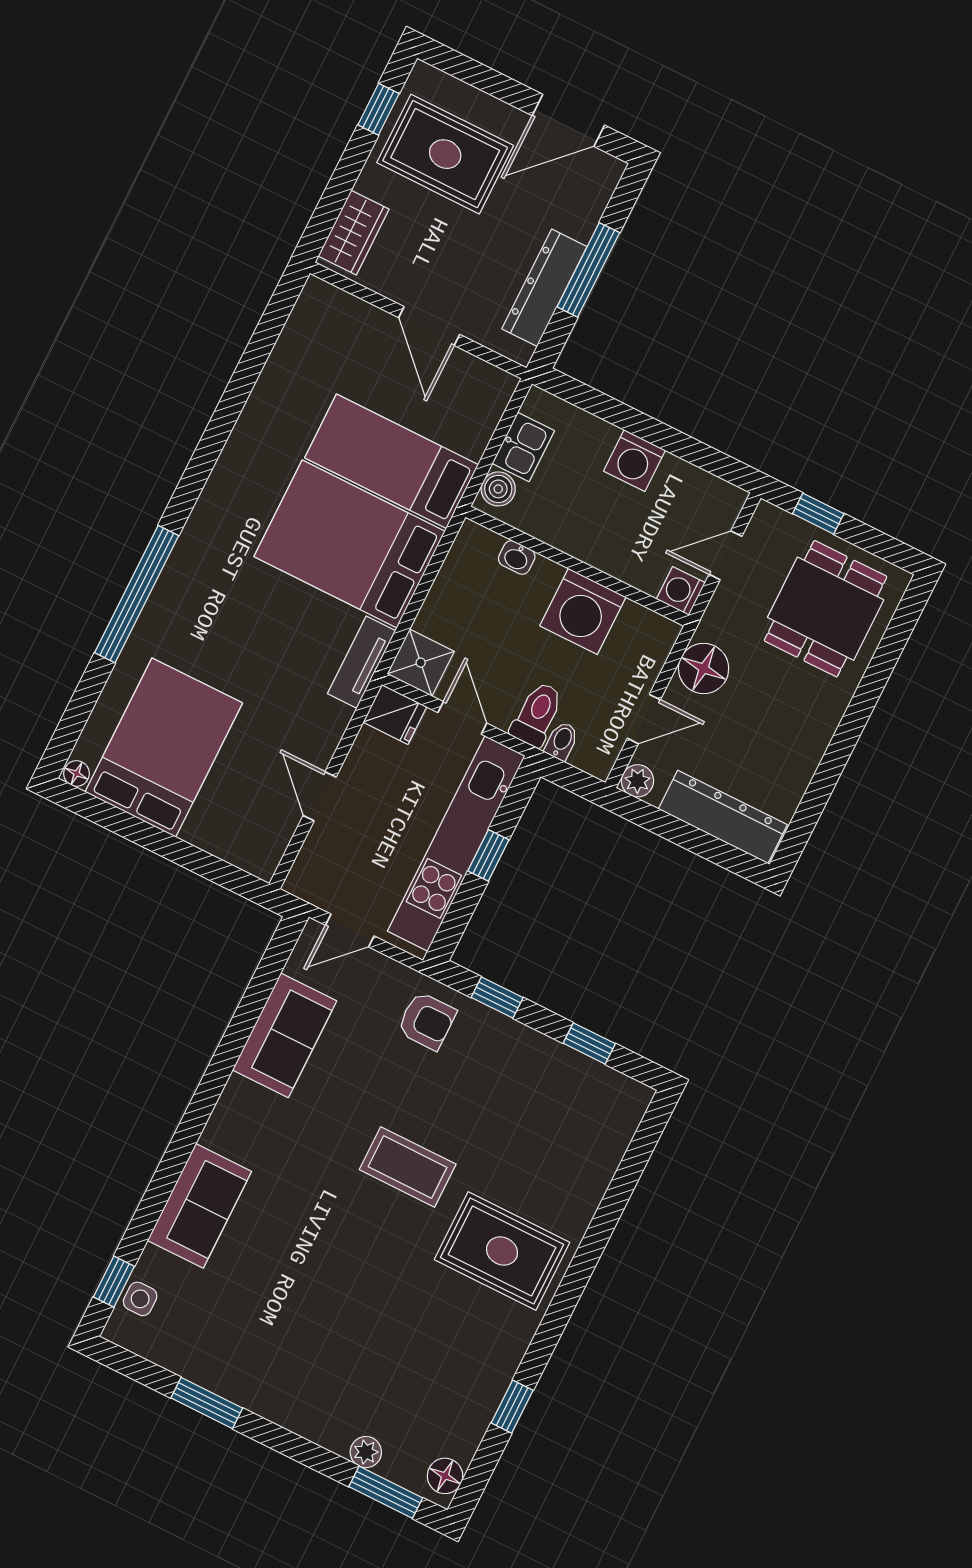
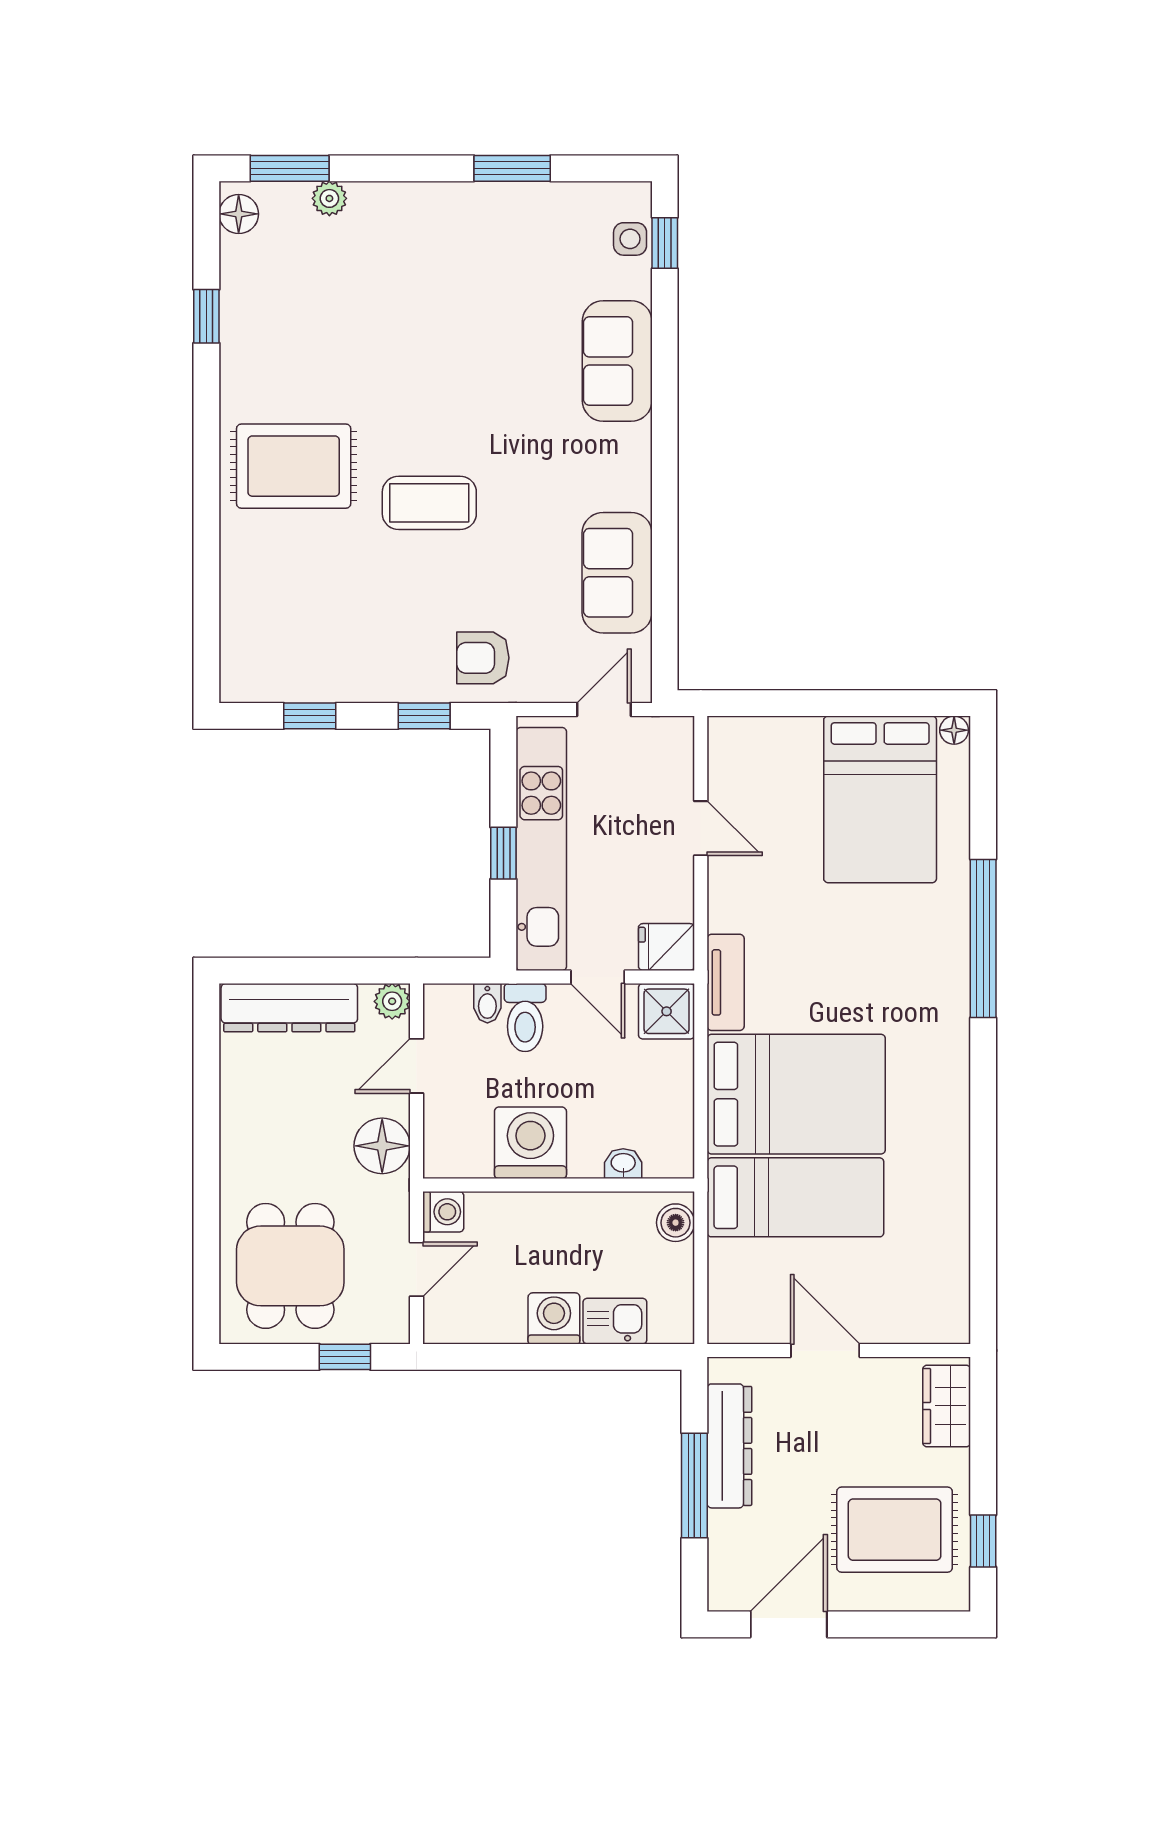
kitchen sink: (523, 447) -> (615, 1321), moved, turned 90

